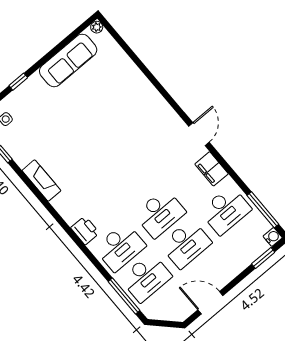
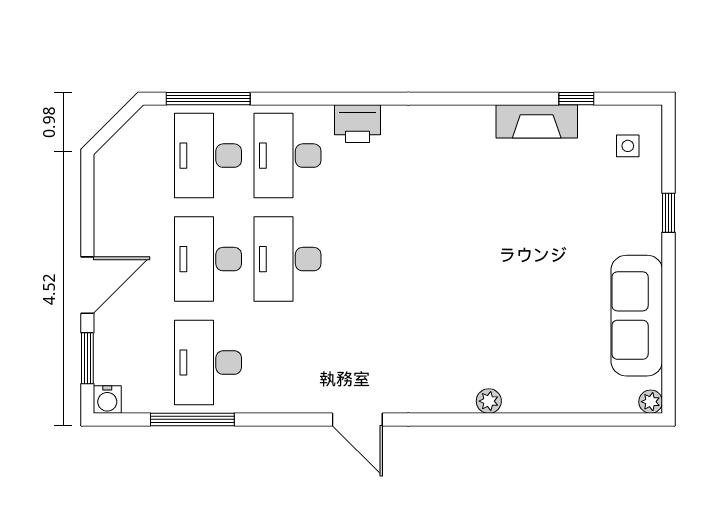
plant: (149, 90) -> (489, 401), added
filing cabinet: (212, 169) -> (289, 394), removed
fireplace: (41, 181) -> (537, 121), moved
window: (263, 210) -> (192, 419), moved
door: (210, 303) -> (87, 285), moved

